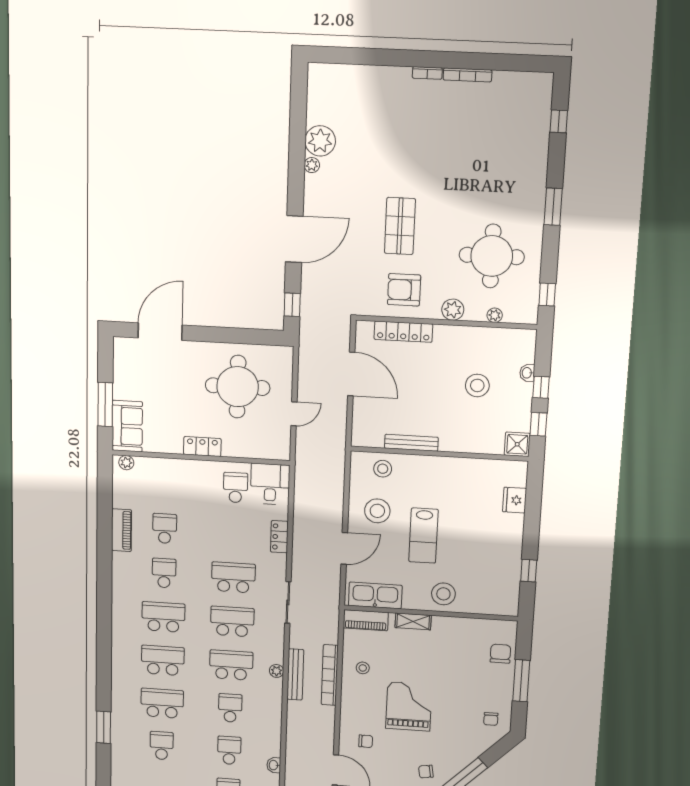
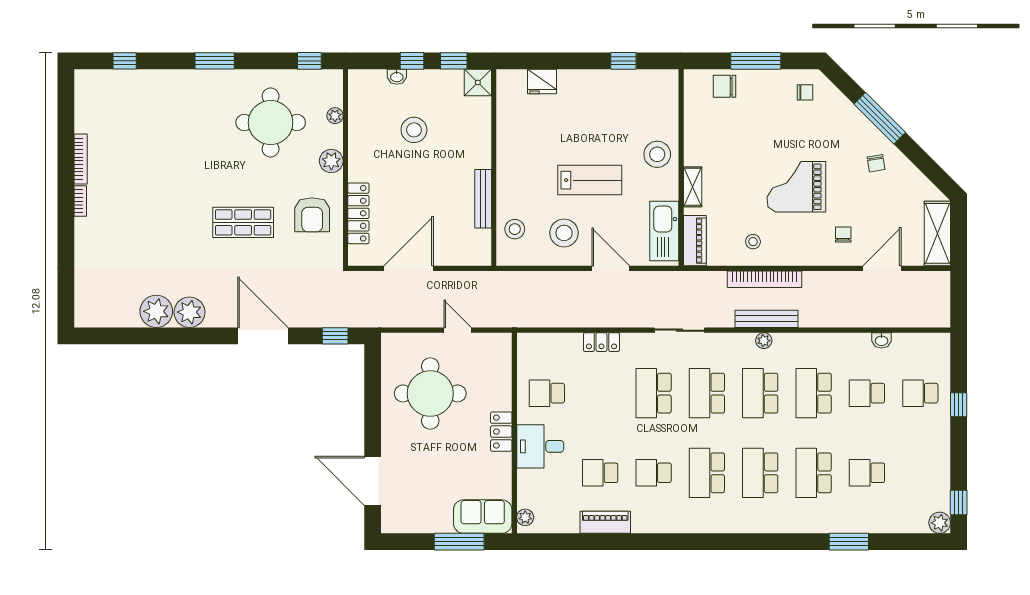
plant: (312, 165) -> (189, 312), width x1.88, depth x1.88
desk: (270, 484) -> (540, 446), moved
school desk: (230, 708) -> (814, 393), width x1.85

